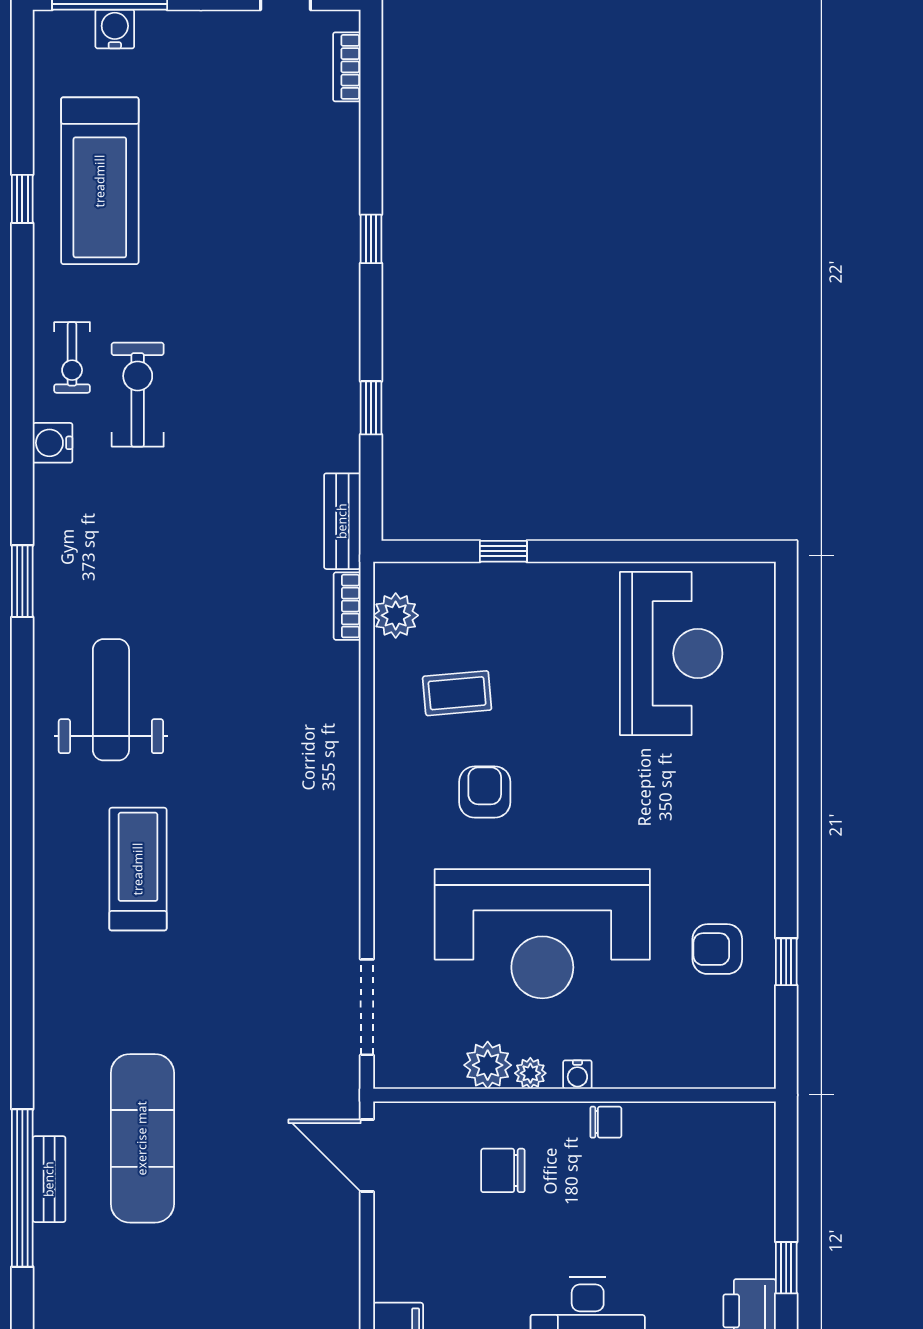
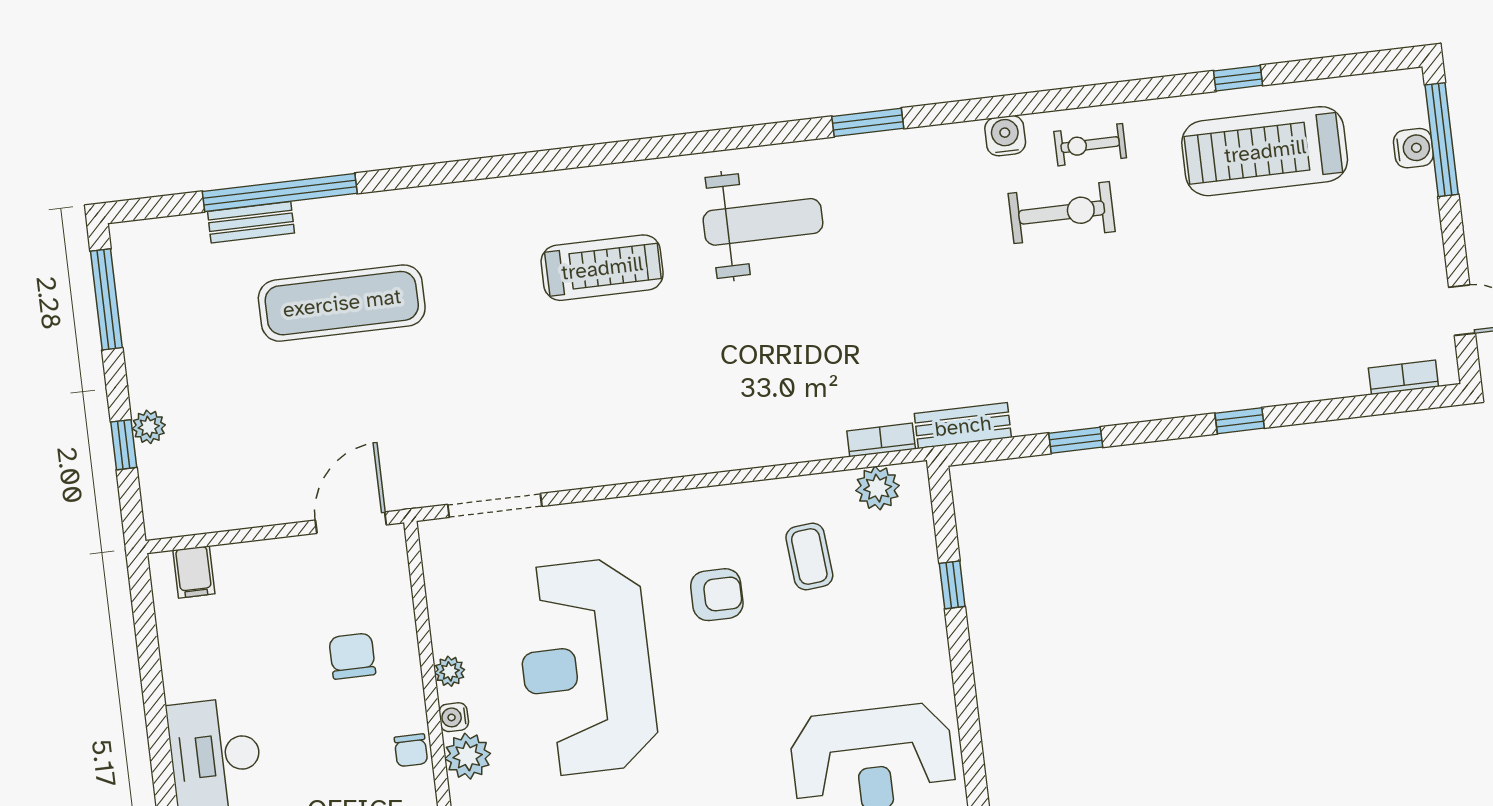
plant: (488, 1065) -> (468, 756), moved
bench: (49, 1179) -> (251, 222), moved

